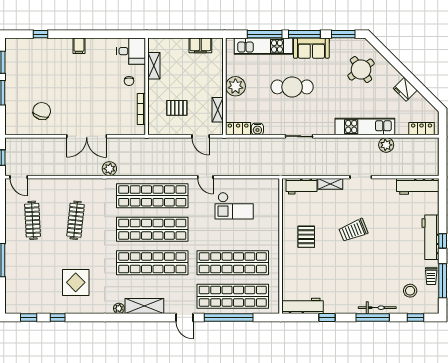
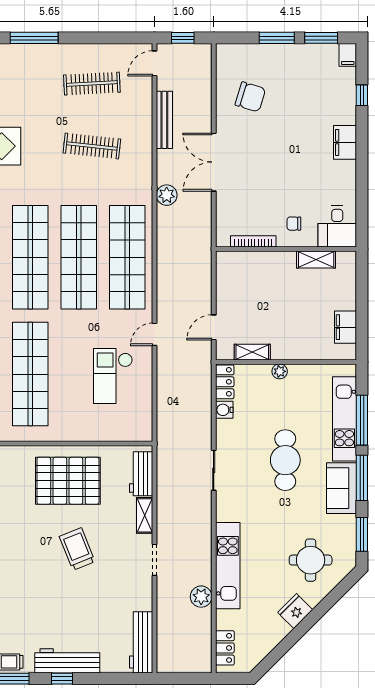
filing cabinet: (13, 44) -> (348, 55), added
filing cabinet: (79, 46) -> (345, 142), width x2.00
round table: (361, 70) -> (311, 560), turned 36
plant: (235, 86) -> (280, 371), width x0.53, depth x0.53
fridge: (405, 89) -> (295, 611), moved
pallet: (177, 108) -> (255, 293), removed
bench: (58, 170) -> (164, 120), added
pallet: (306, 237) -> (68, 481), width x2.05, depth x2.00

